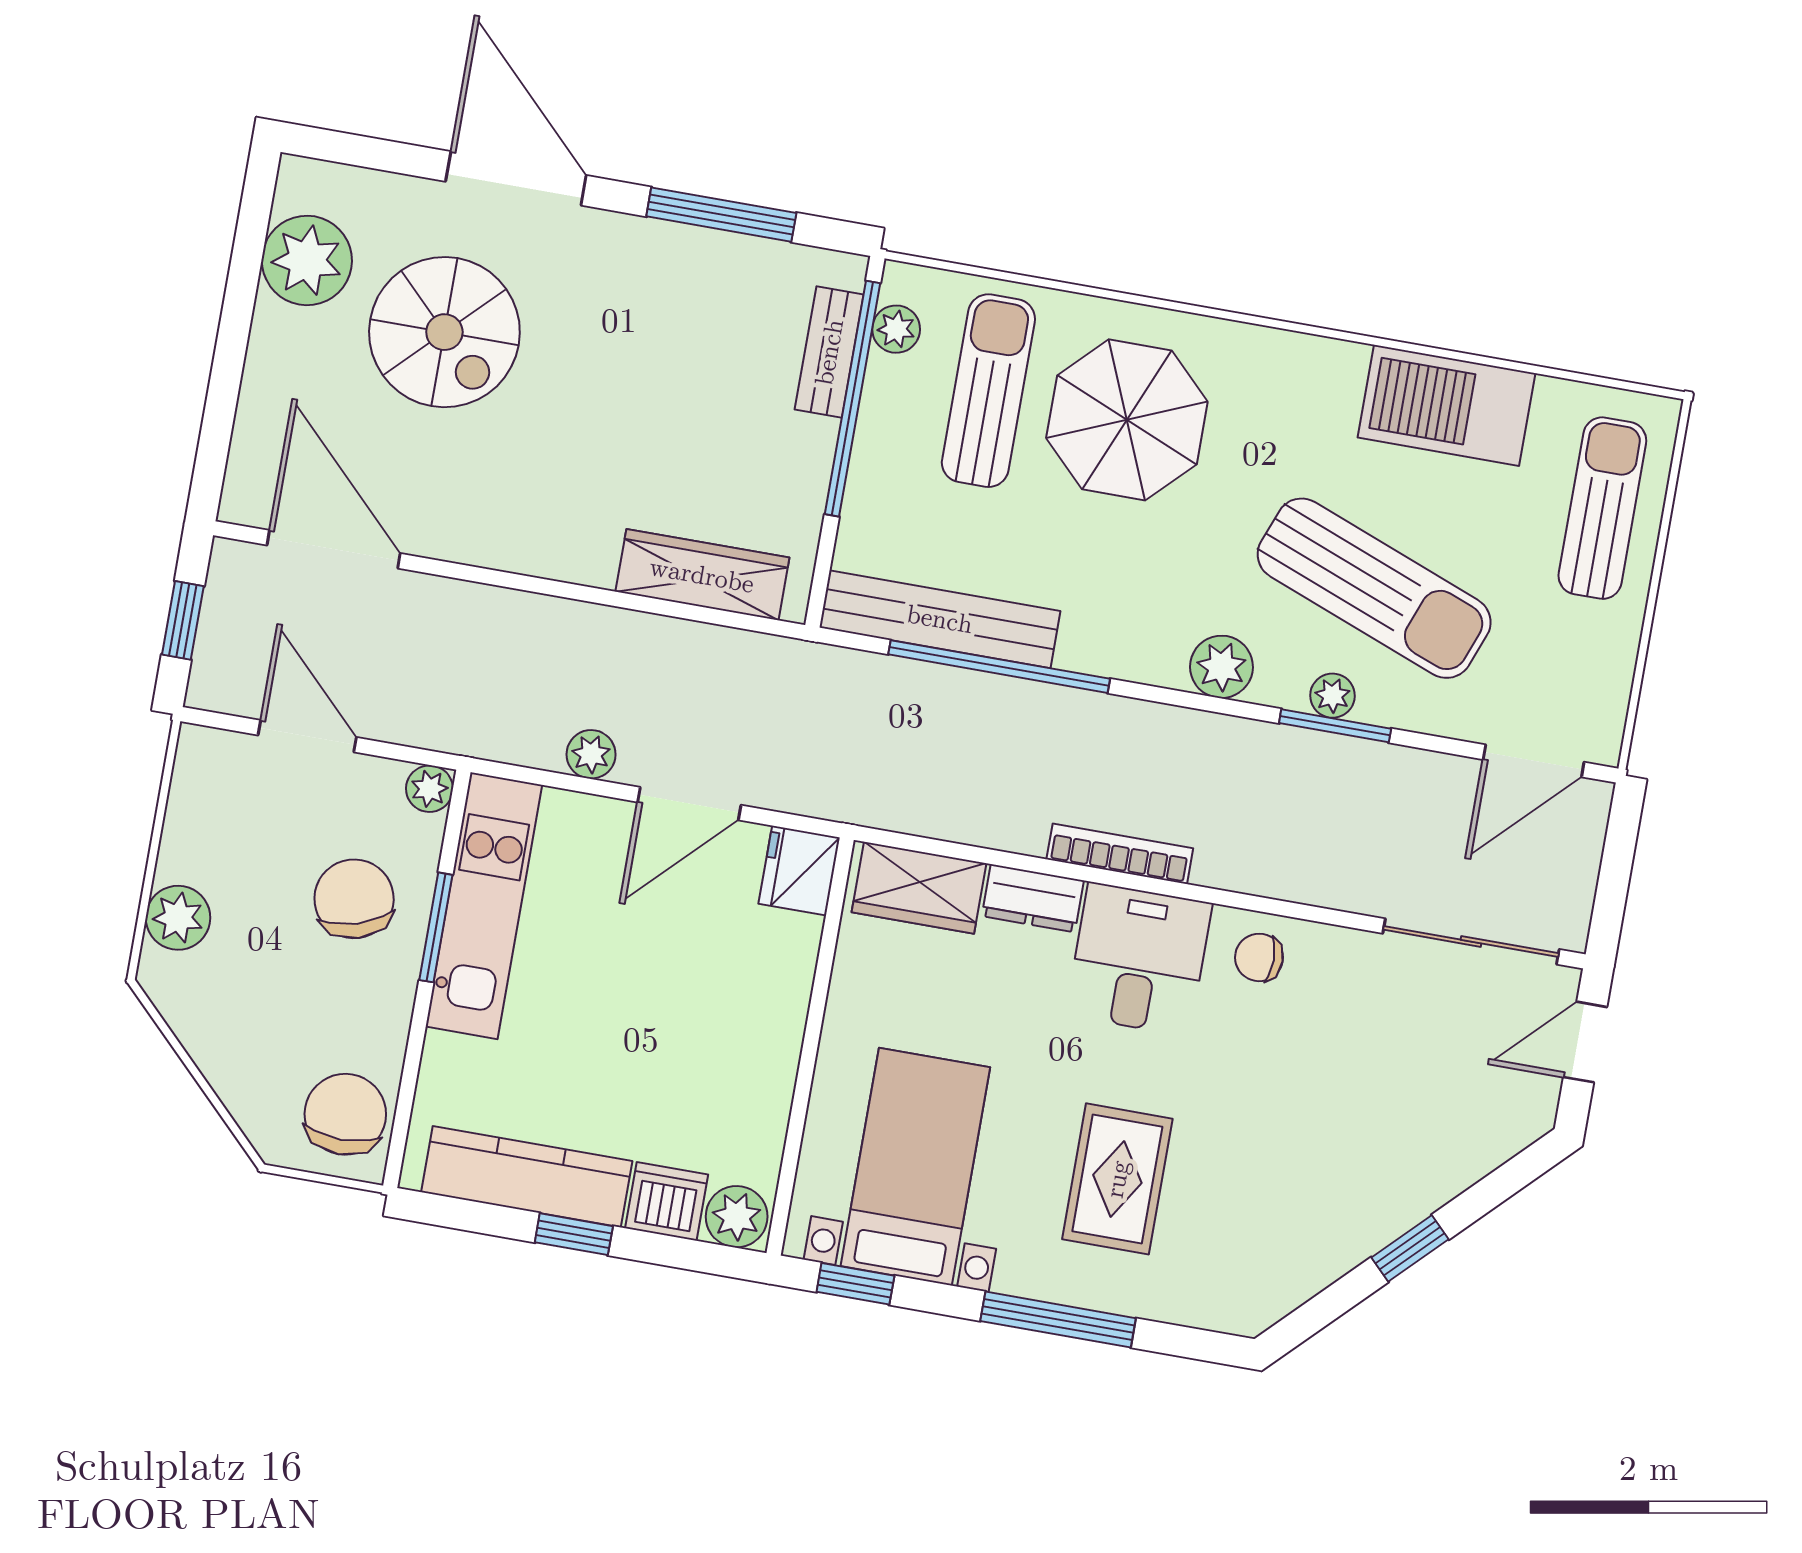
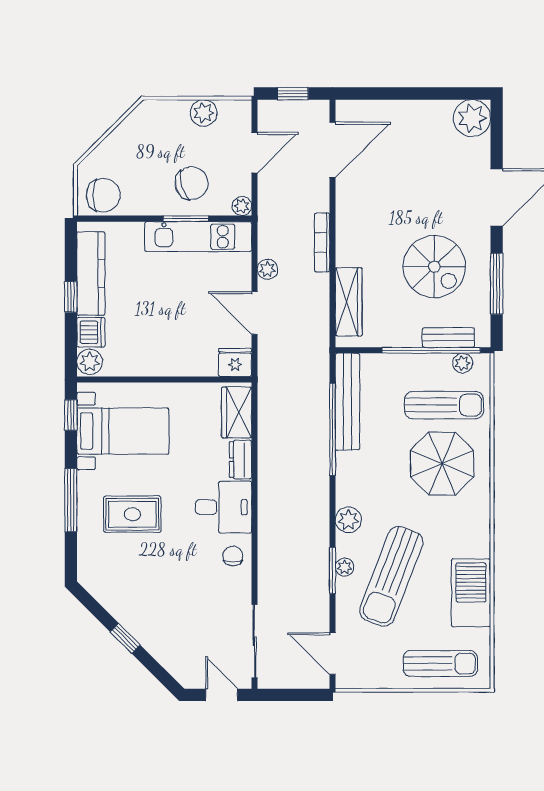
plant: (307, 260) -> (472, 118), moved
spiral stairs: (444, 332) -> (434, 267), moved, turned -90
bookcase: (1120, 854) -> (322, 243), moved, turned 180
plant: (178, 918) -> (204, 113), moved

